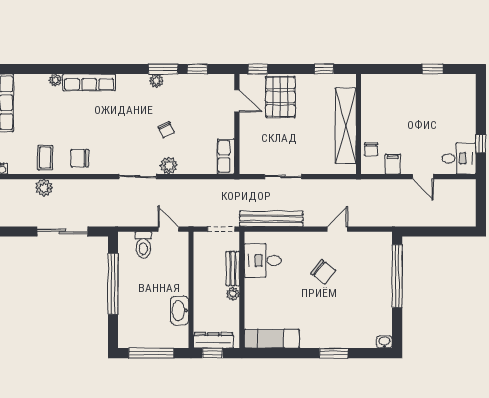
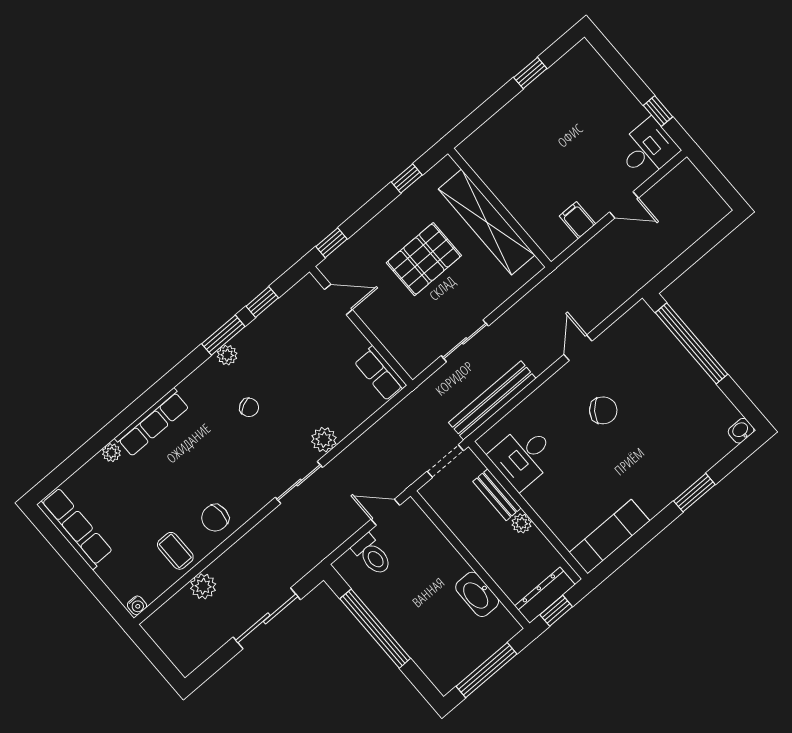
pallet: (280, 97) -> (424, 259), moved, turned 90
chair: (166, 130) -> (249, 407), moved
chair: (371, 149) -> (539, 224), removed

